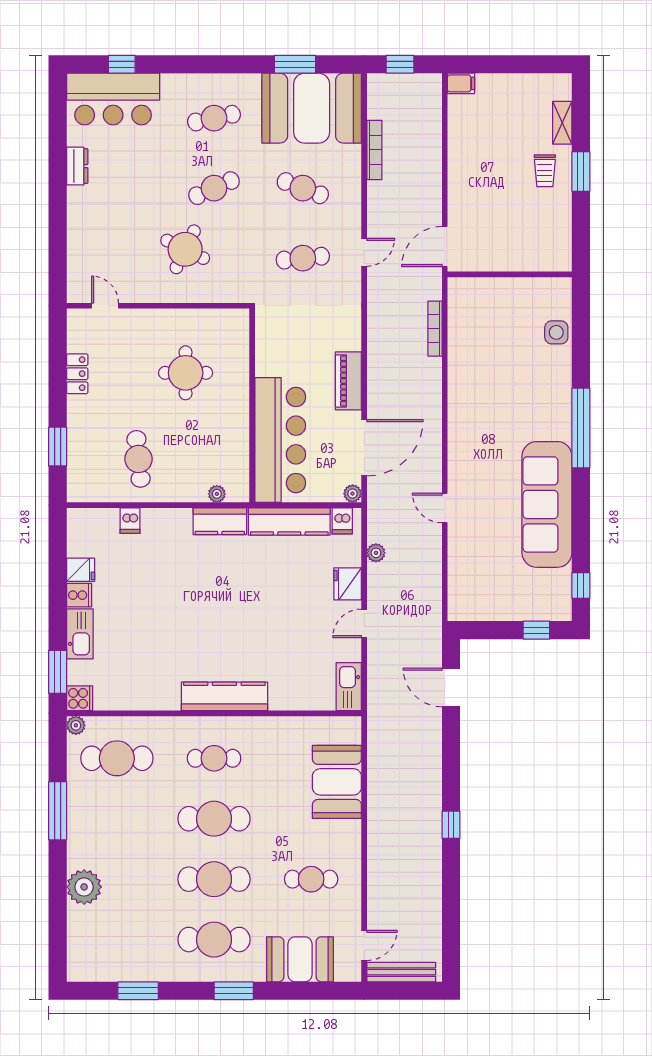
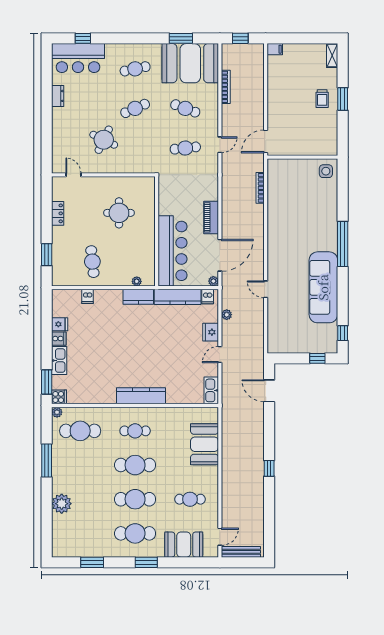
shelving: (562, 123) -> (332, 56), moved
round table: (185, 249) -> (104, 140), moved
side table: (556, 332) -> (326, 171), moved

